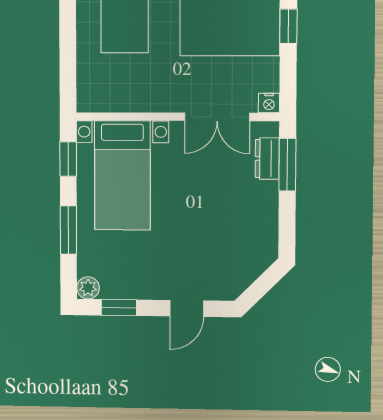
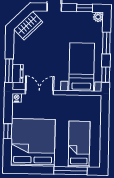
wardrobe: (245, 267) -> (28, 26), added

